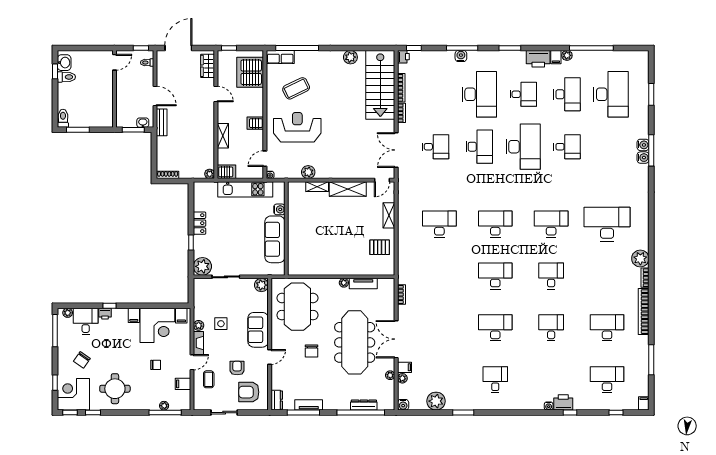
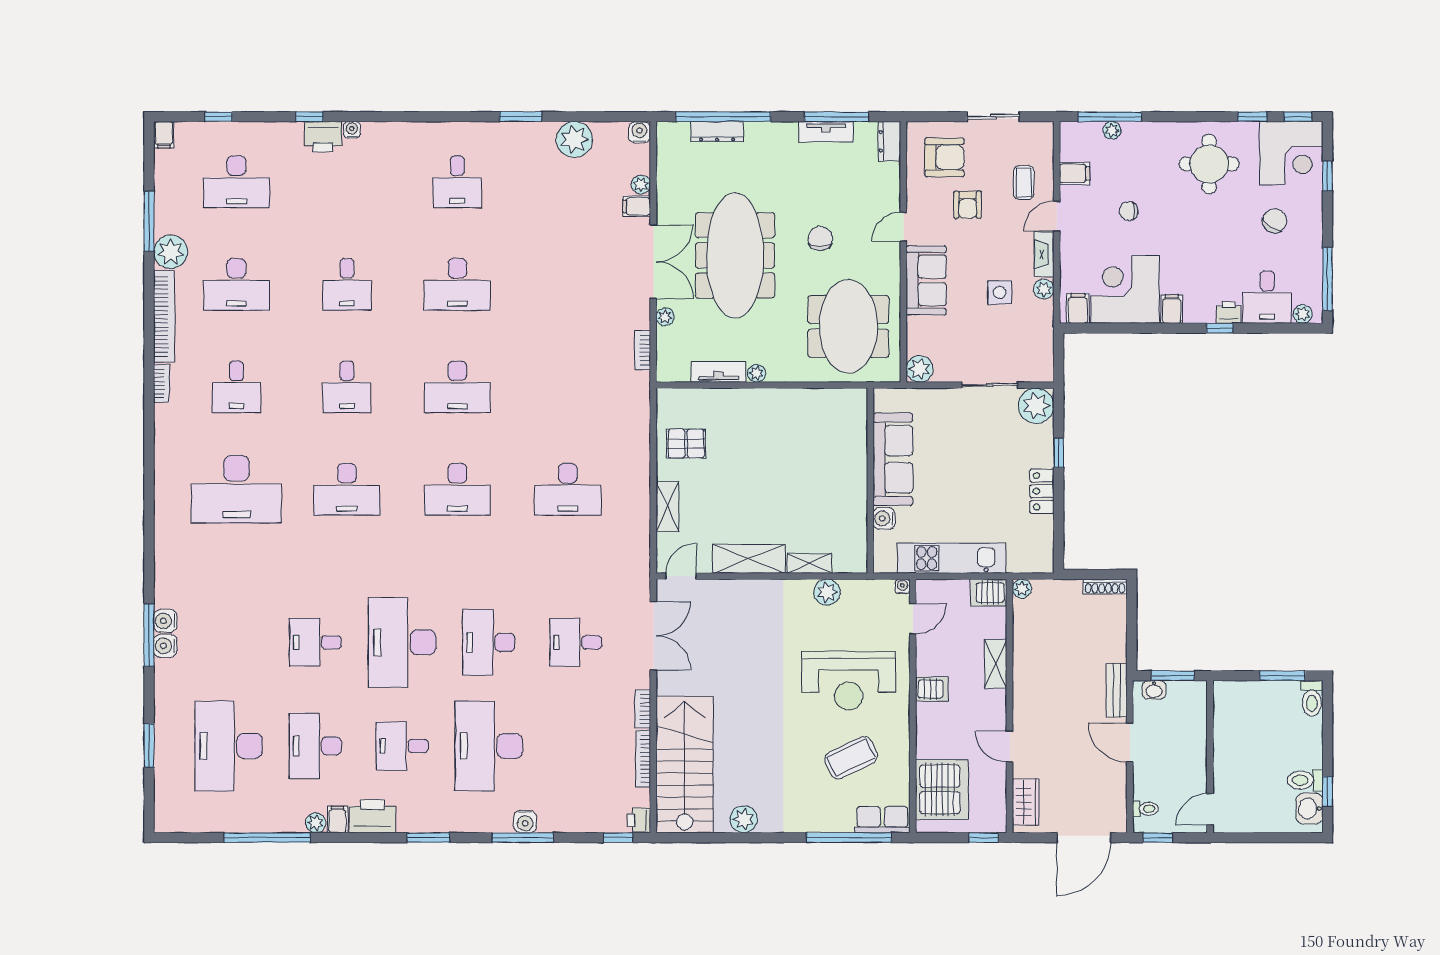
plant: (640, 259) -> (171, 252), moved
desk: (607, 276) -> (236, 387), added
plant: (390, 375) -> (665, 317), moved

